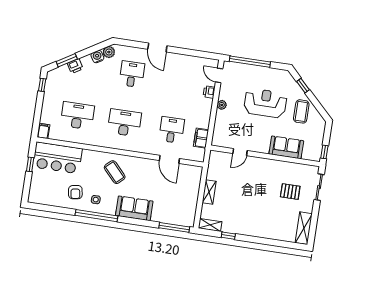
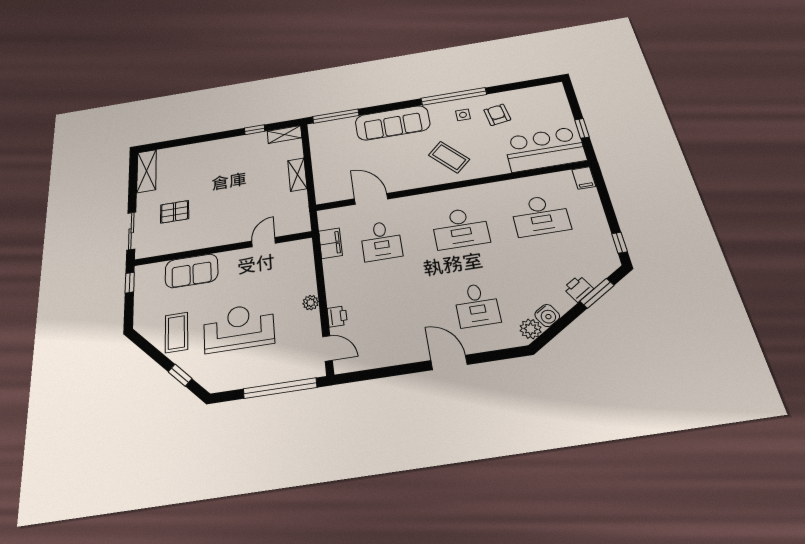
reception desk: (265, 103) -> (239, 328), turned 180
sofa: (134, 208) -> (393, 123), width x1.36

